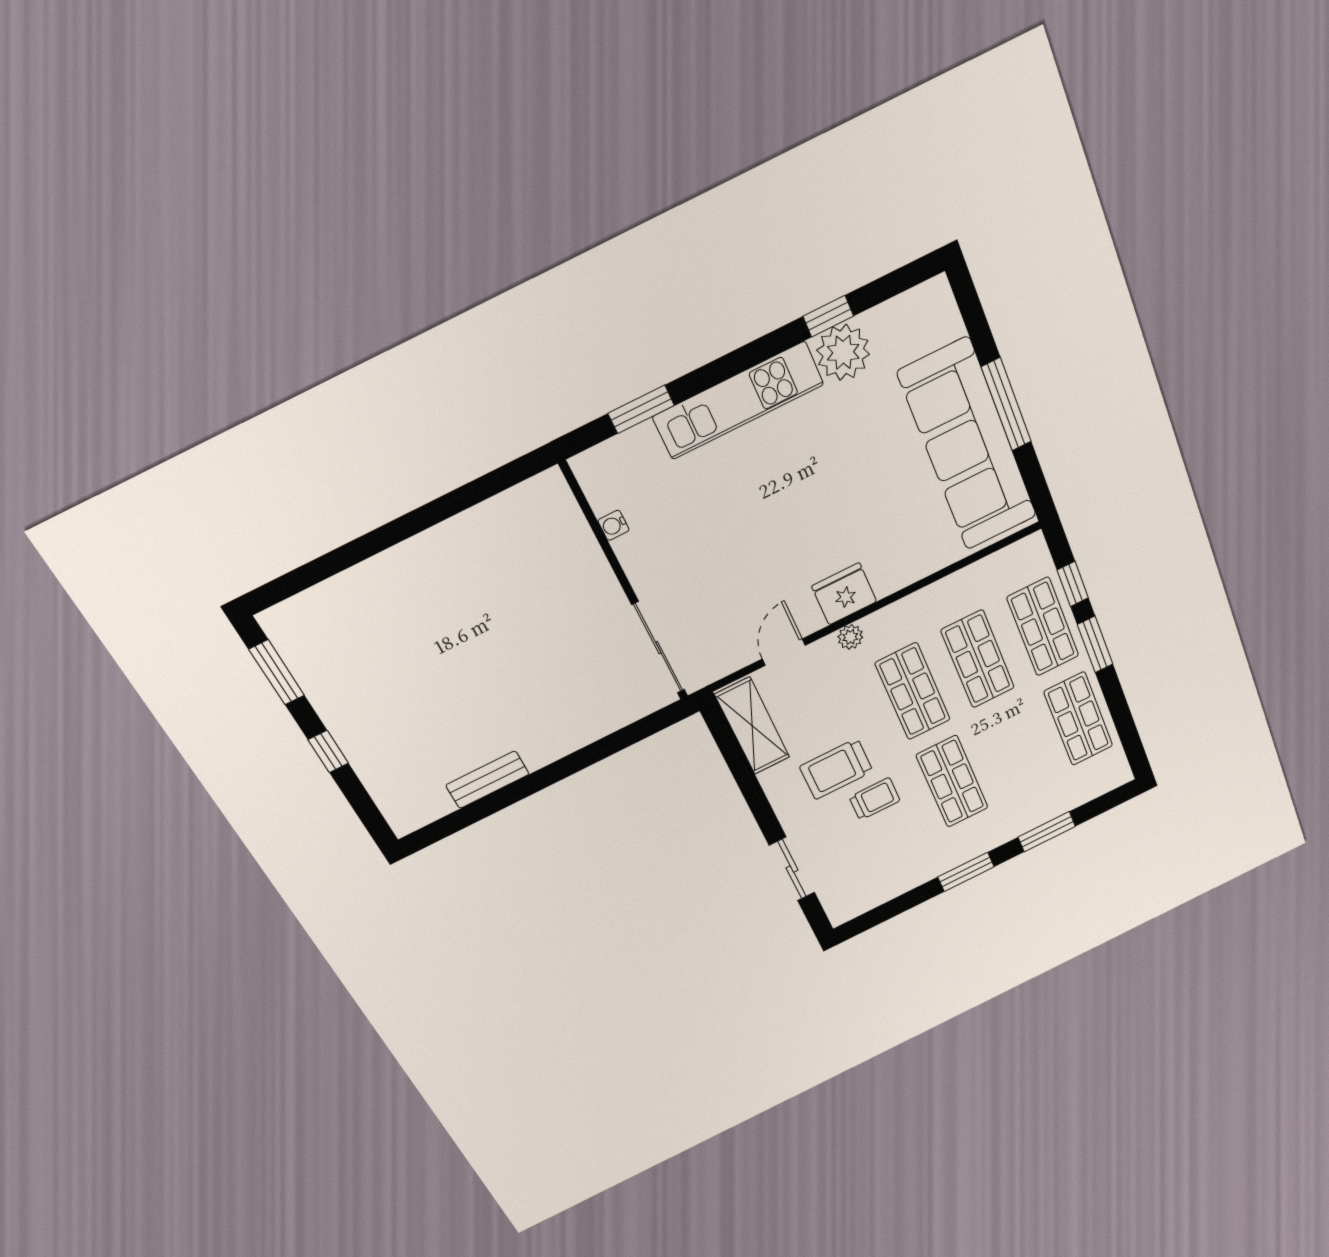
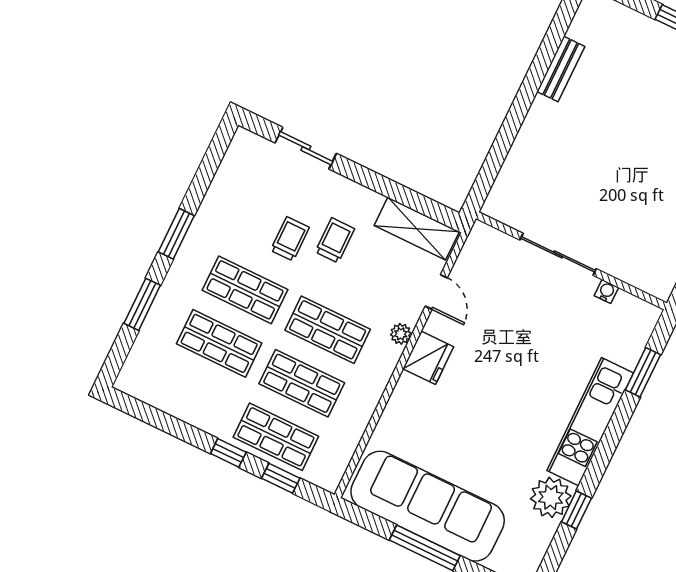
window: (1095, 644) -> (228, 453), width x0.67
sliding door: (658, 648) -> (558, 254), moved
shop shelf: (1078, 719) -> (219, 343), moved
trolley: (836, 769) -> (335, 240), width x0.73, depth x0.72
trolley: (875, 799) -> (290, 239), turned 180

